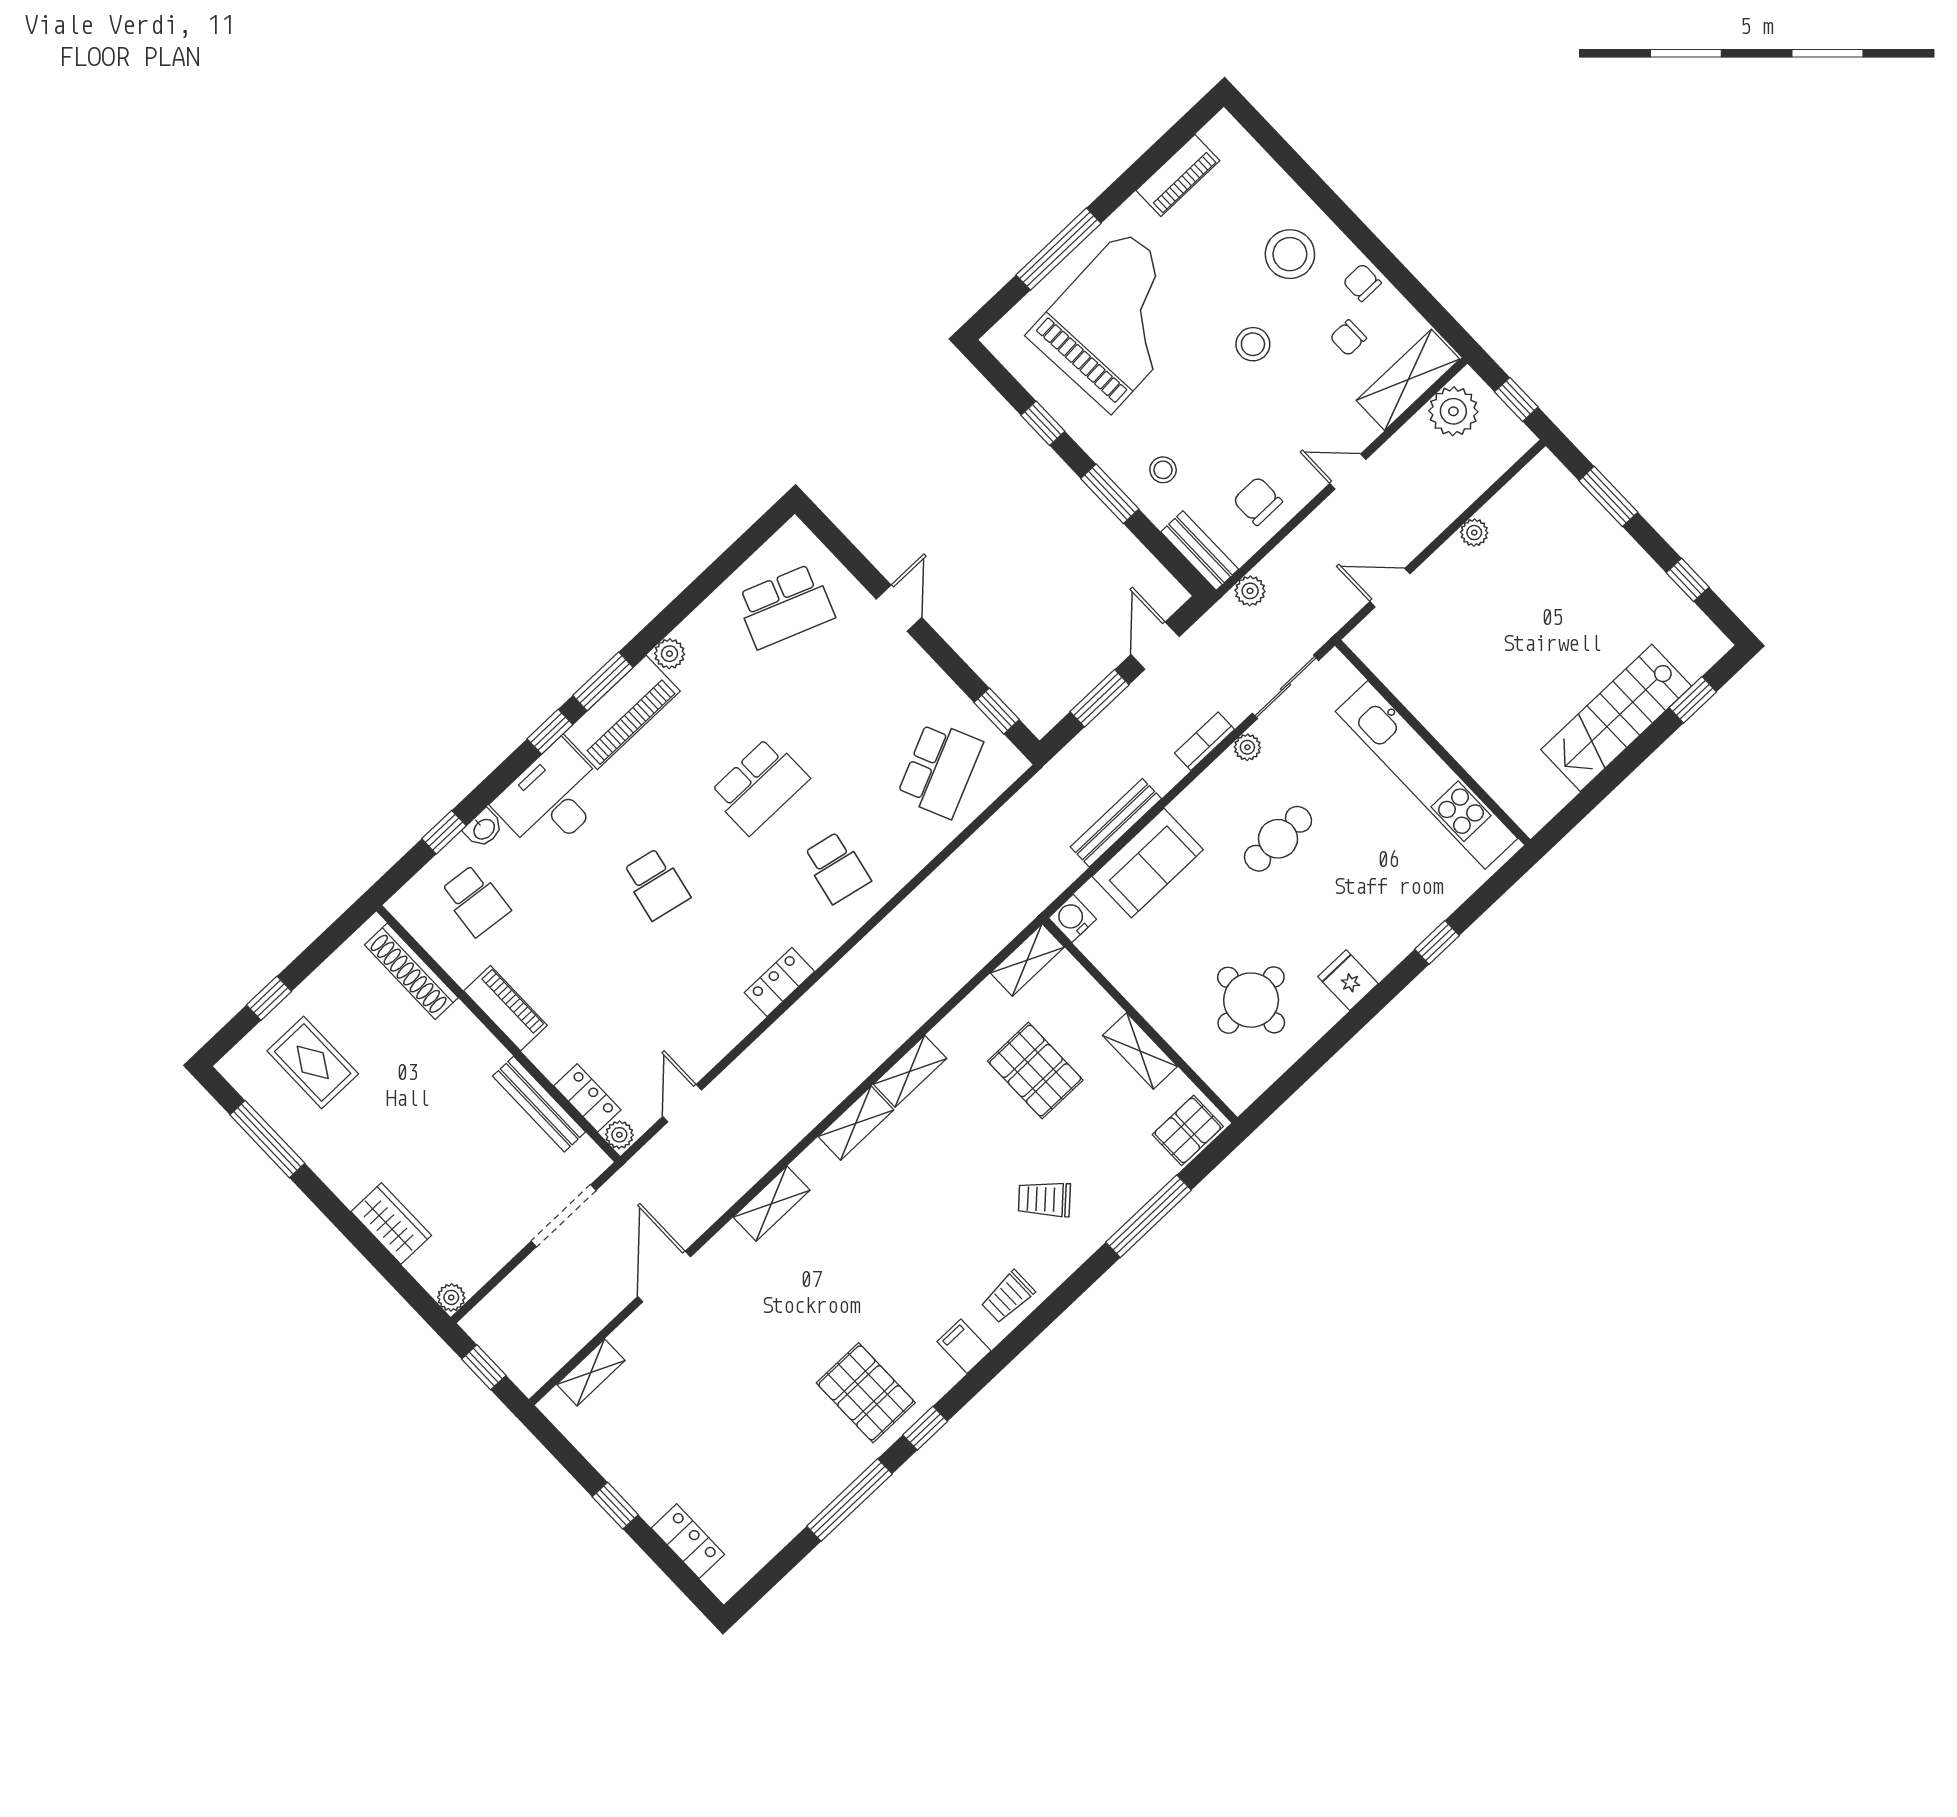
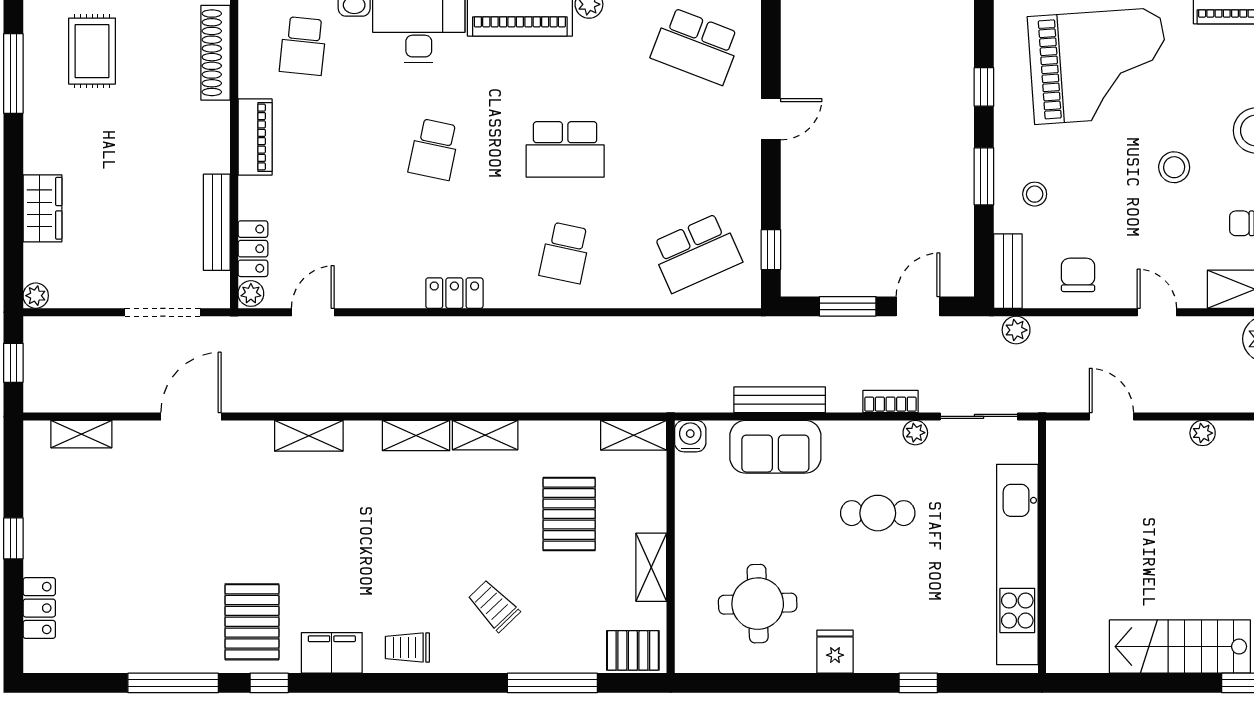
filing cabinet: (964, 1346) -> (332, 653), width x2.00

